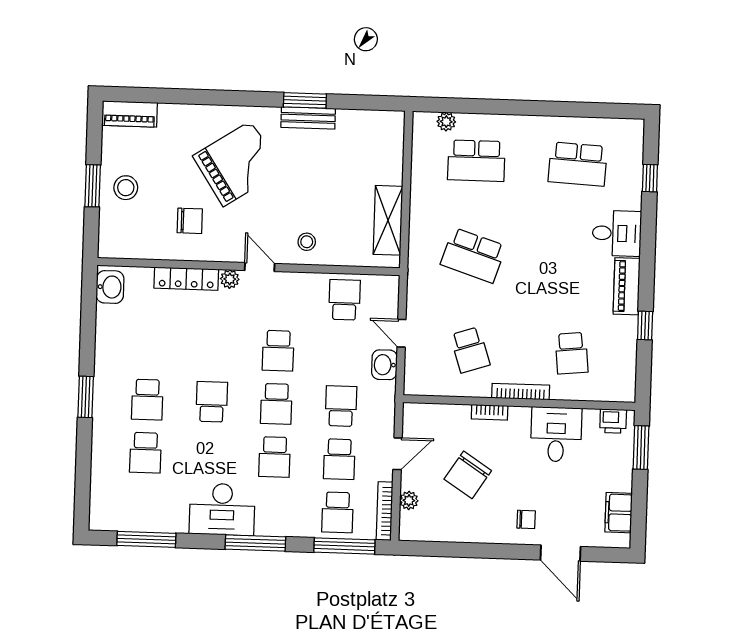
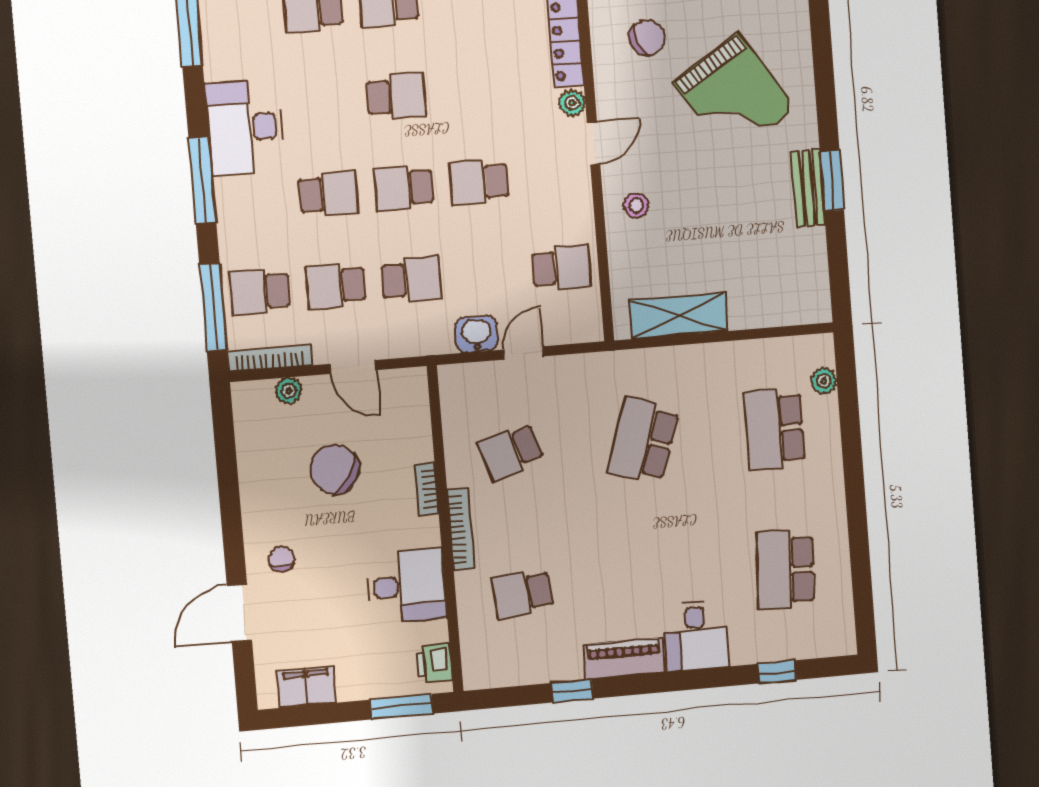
chair: (190, 221) -> (647, 38), turned -111
school desk: (275, 457) -> (328, 194), turned 180
chair: (526, 519) -> (281, 559), turned 180

